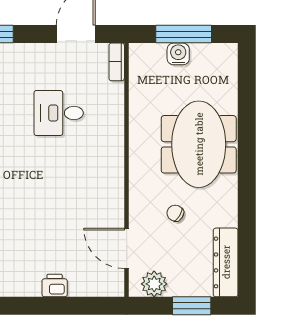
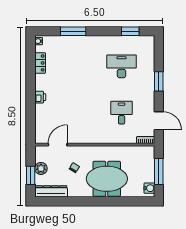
water cooler: (178, 54) -> (149, 188), moved
plant: (154, 284) -> (41, 168), moved
printer: (55, 286) -> (40, 97), moved

